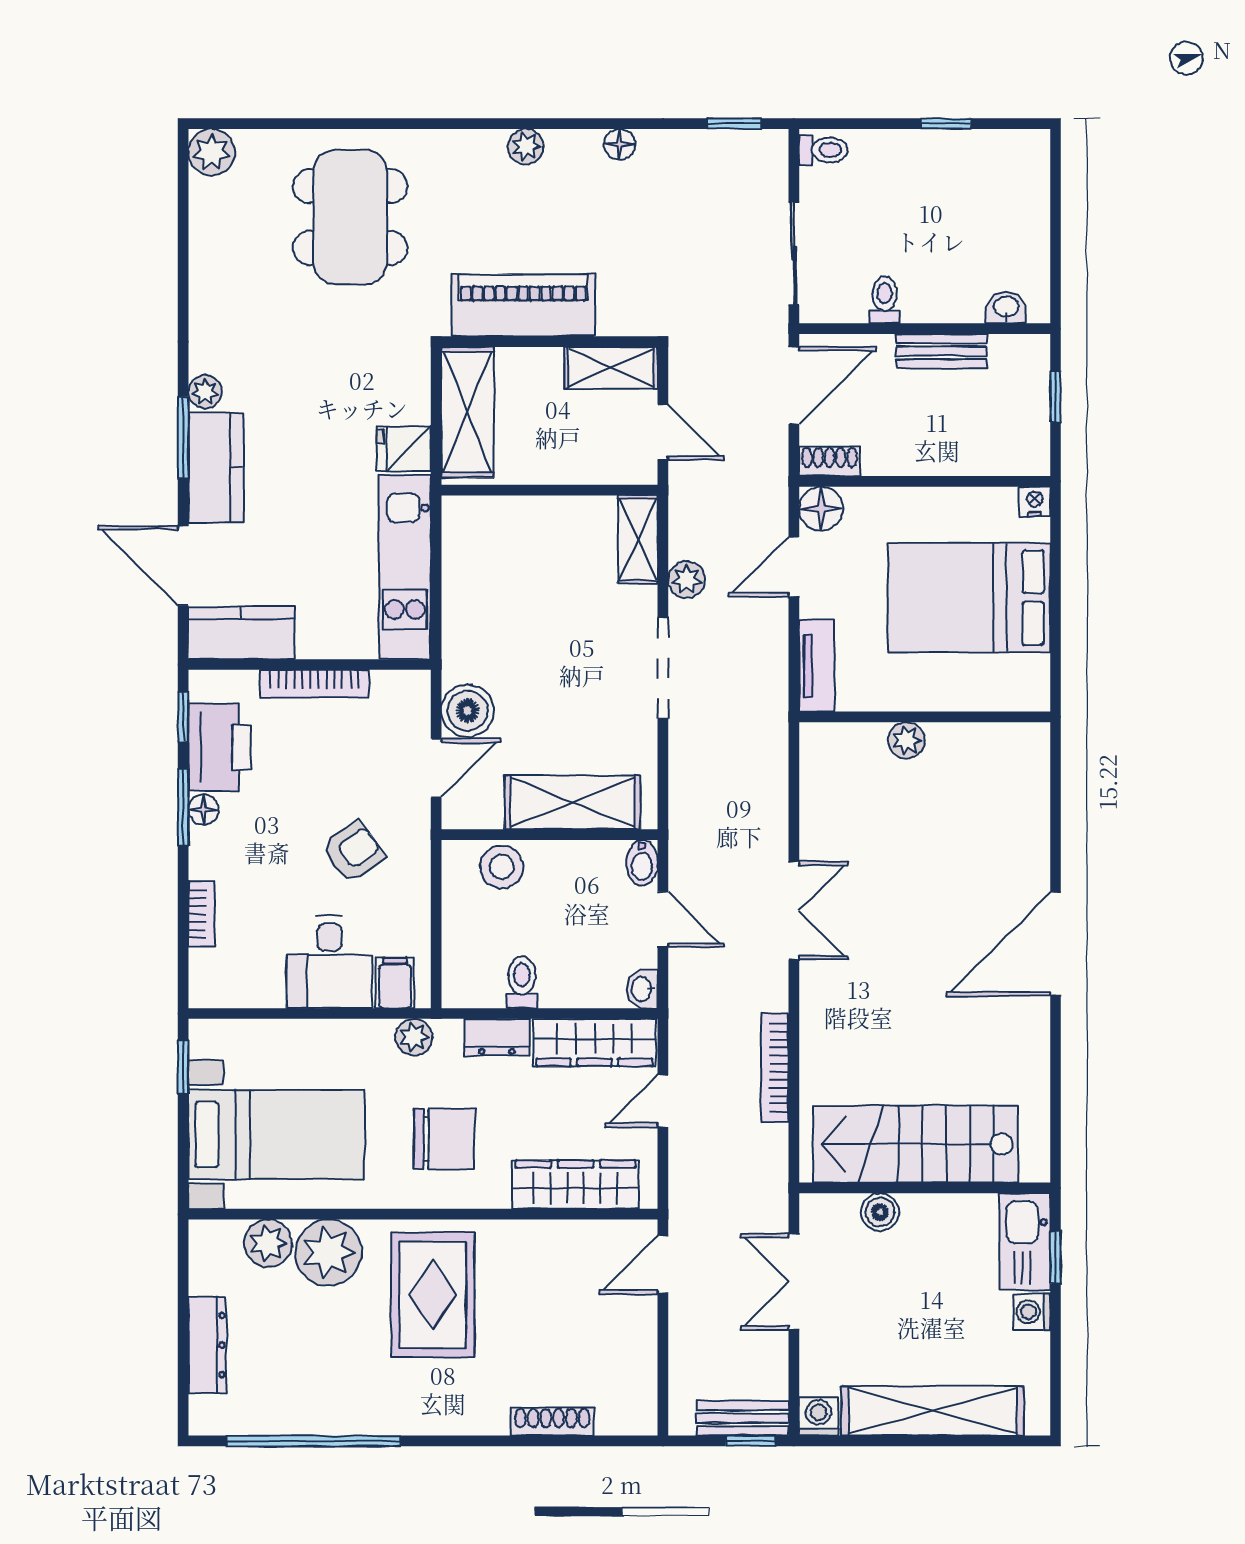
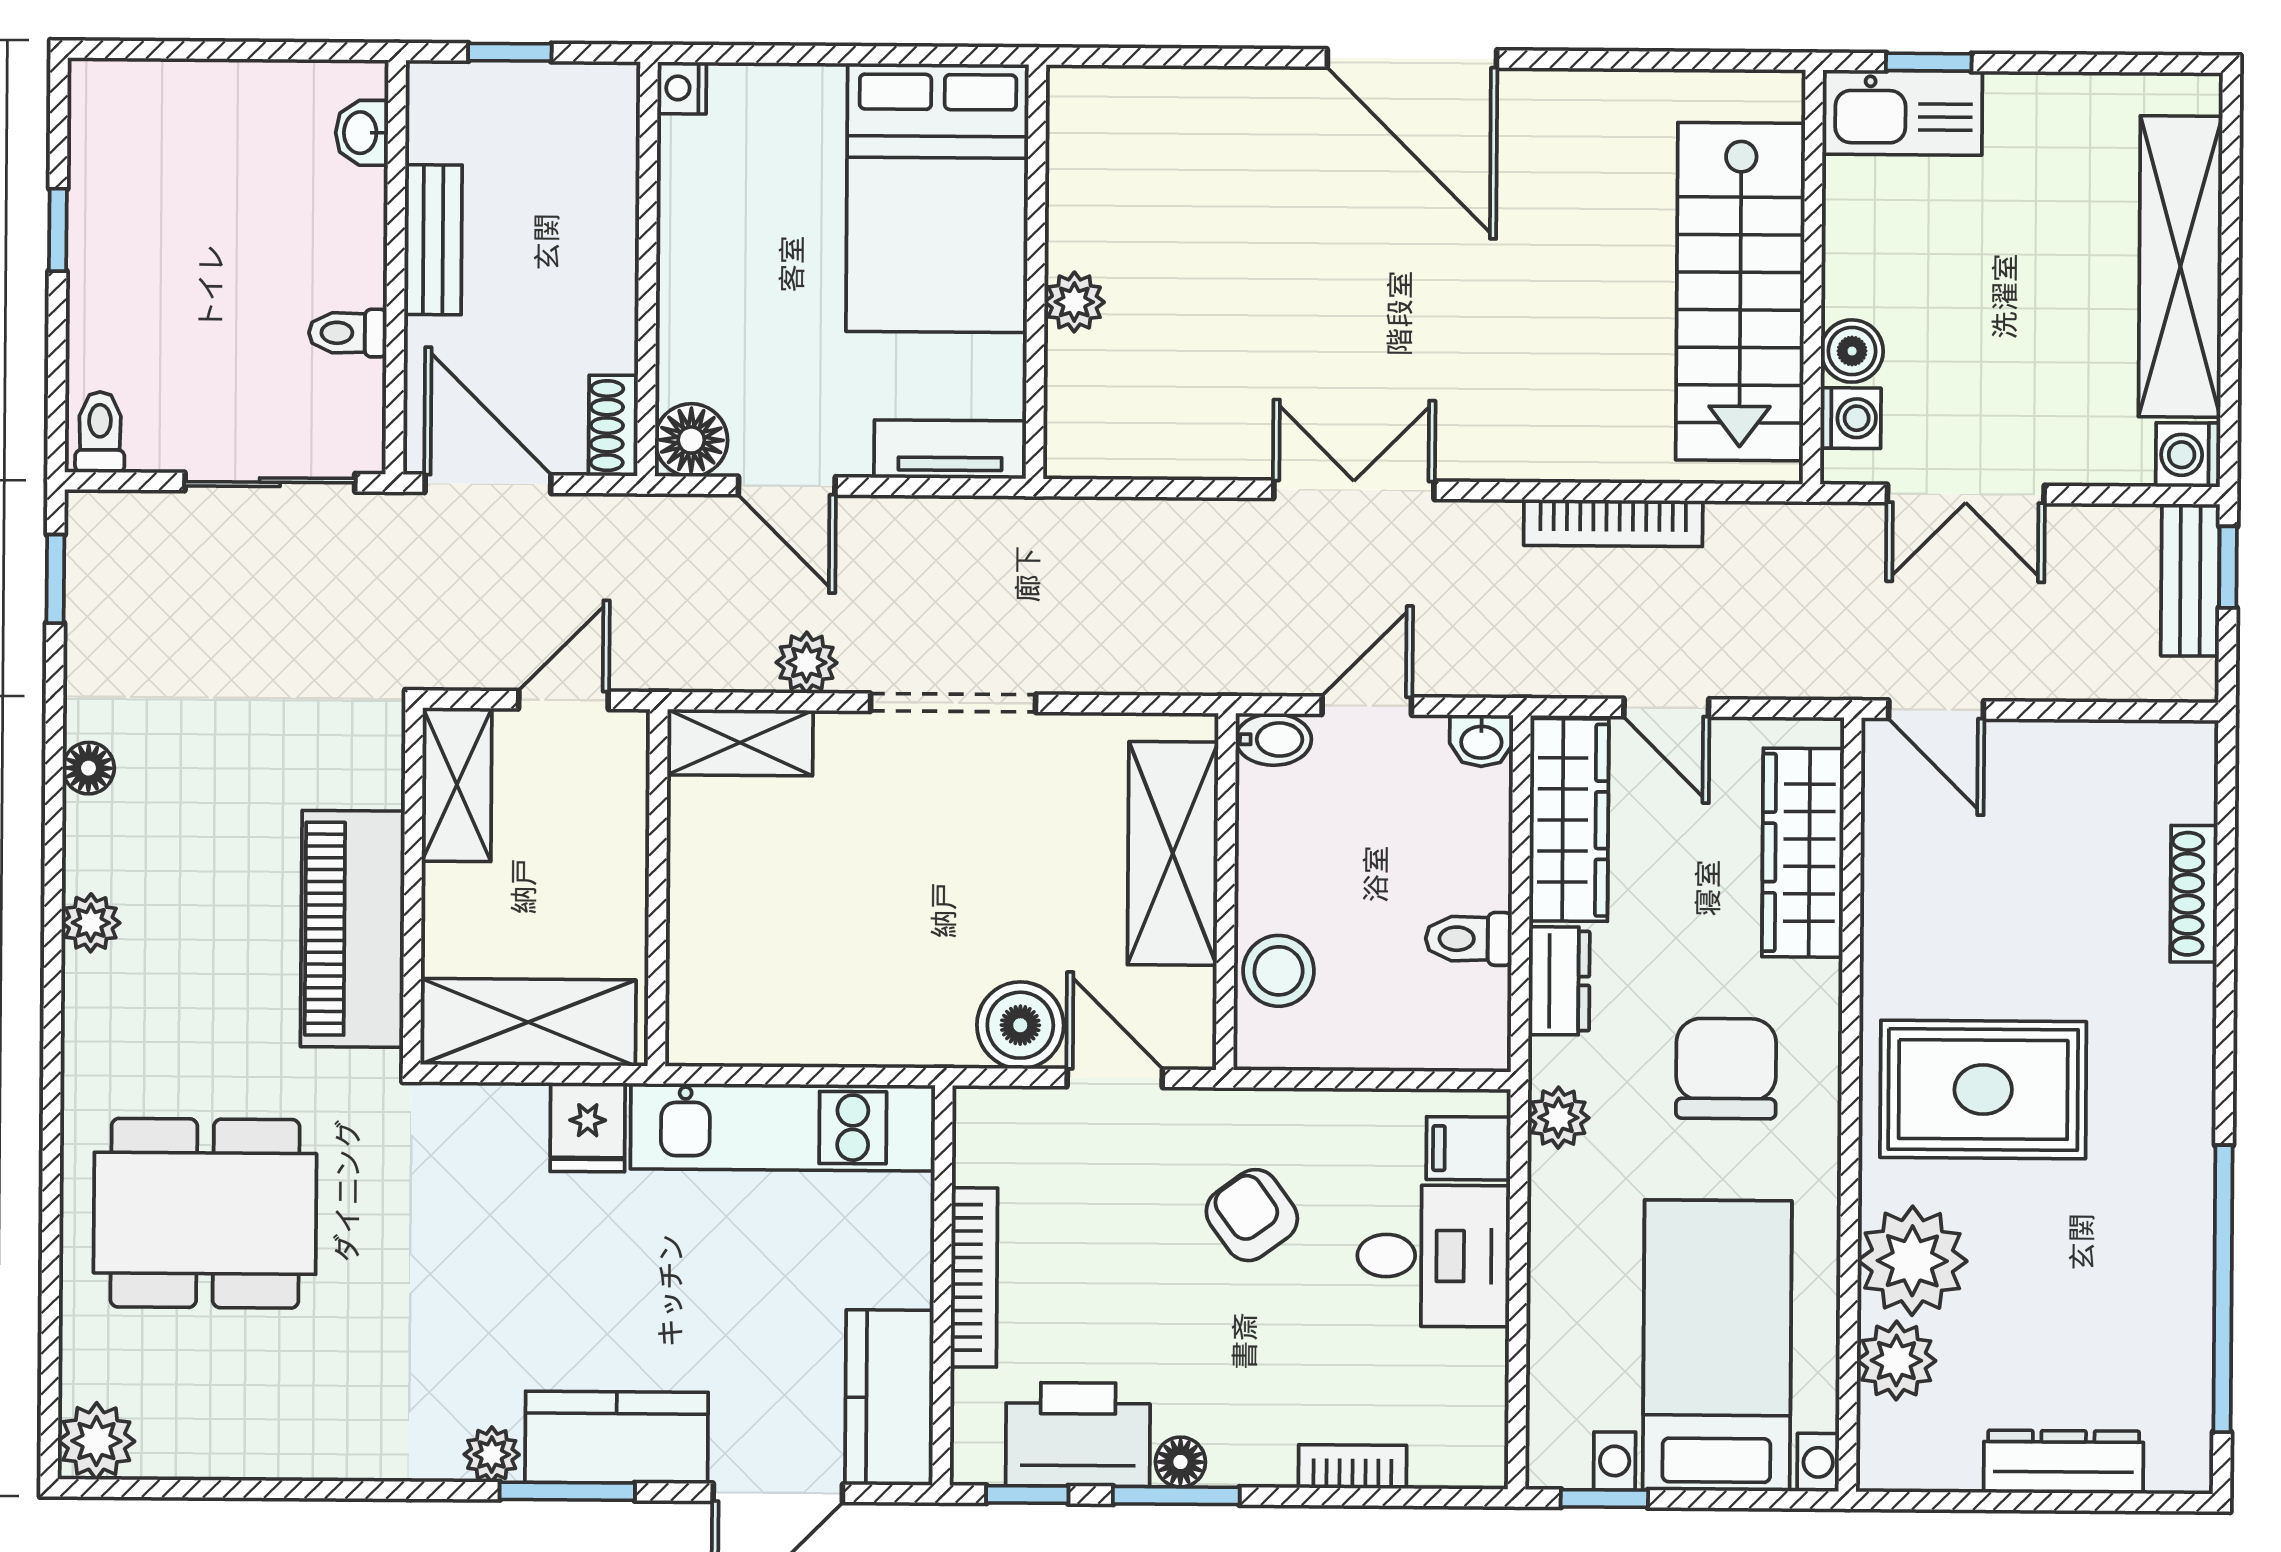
bed: (969, 598) -> (937, 198), moved
washing machine: (1032, 1312) -> (1851, 418), moved, turned -90

